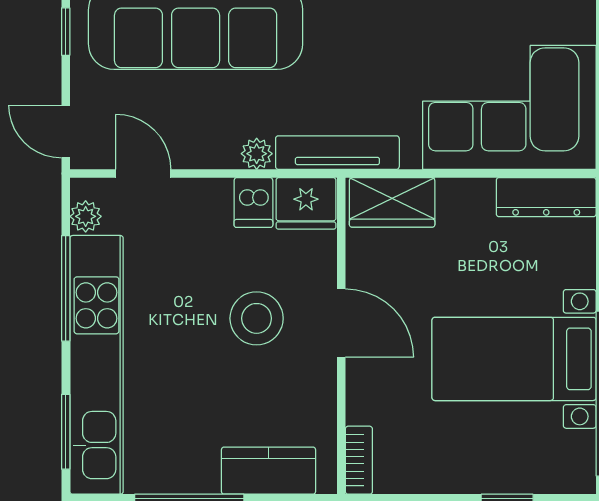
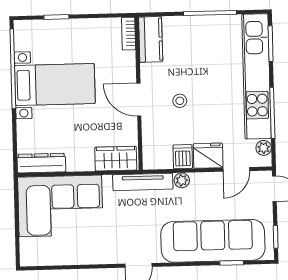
door: (143, 173) -> (236, 169), hinge flipped
fridge: (306, 203) -> (208, 156), moved
stool: (257, 318) -> (180, 101), width x0.53, depth x0.53
kitchen counter: (268, 471) -> (151, 39), moved, turned -90

